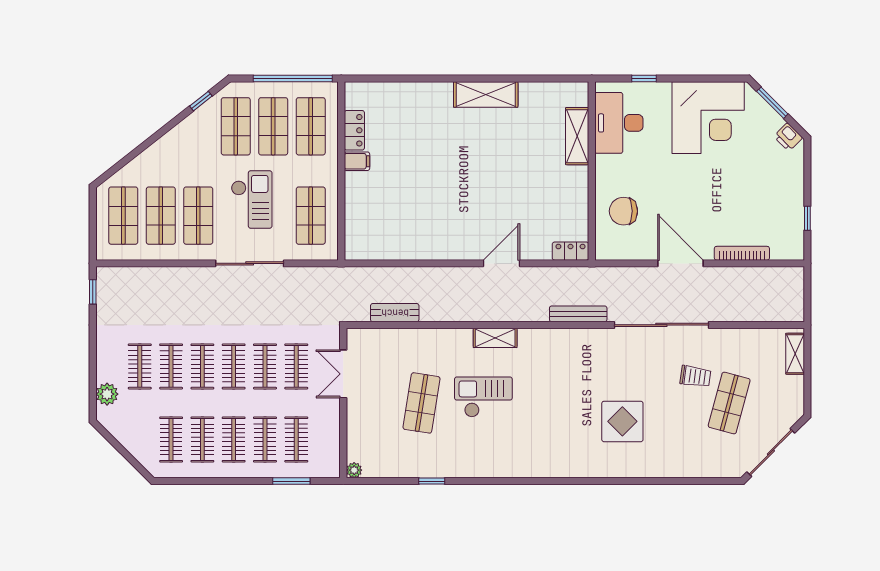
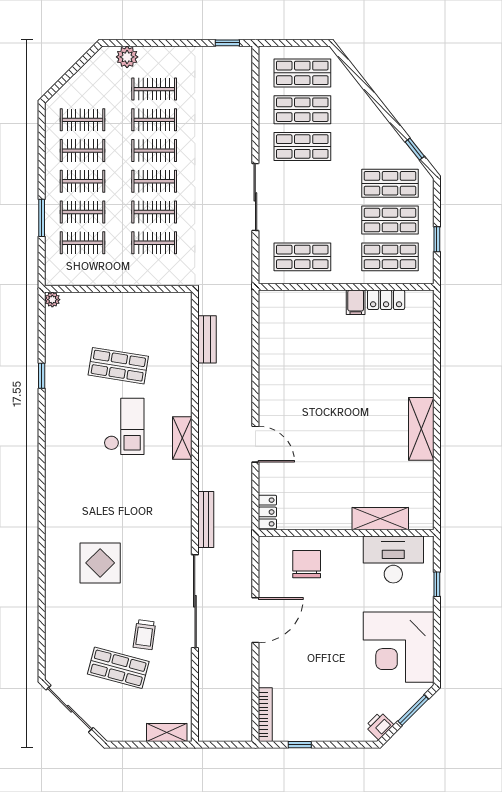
window: (293, 79) -> (437, 239), width x0.32
checkout: (252, 199) -> (318, 199), removed
bookcase: (742, 253) -> (265, 715), moved
double door: (343, 374) -> (147, 289), removed
window: (291, 481) -> (42, 218), moved

